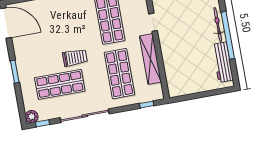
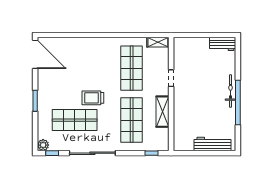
trolley: (75, 58) -> (93, 98), turned 180
shelving: (150, 59) -> (162, 112), width x0.68
workbench: (223, 62) -> (212, 144), moved, turned 90

